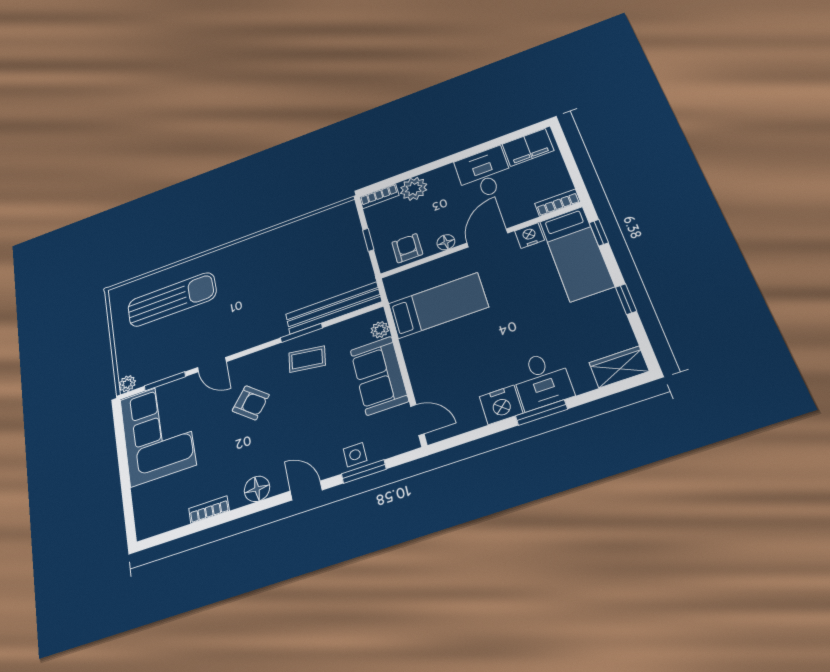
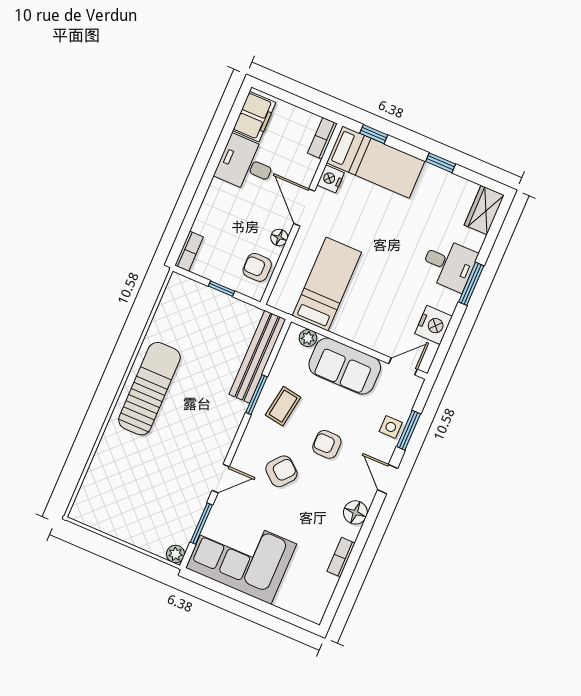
plant: (414, 189) -> (208, 222), removed
sun lounger: (172, 299) -> (149, 389), moved
nightstand: (501, 405) -> (434, 325), moved
armchair: (300, 418) -> (327, 444), added
door: (306, 491) -> (388, 479), hinge flipped

